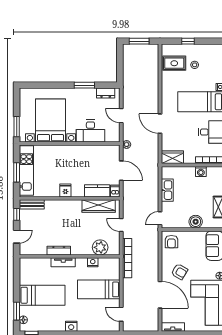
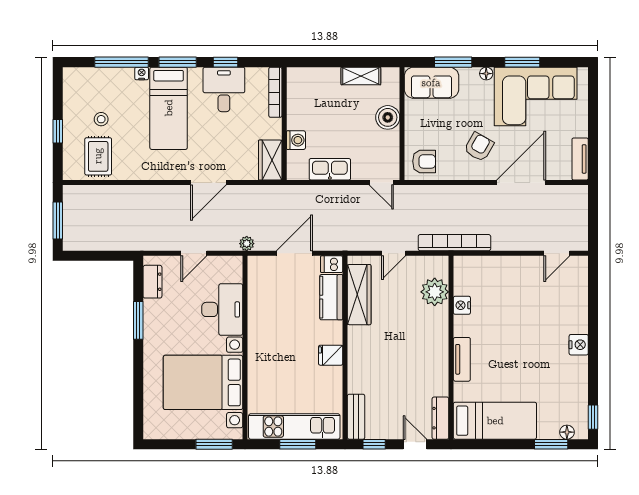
washing machine: (201, 171) -> (296, 140), moved
dresser: (59, 251) -> (440, 418), moved
bed: (99, 289) -> (512, 294), removed
bed: (42, 295) -> (495, 421), moved, turned 90

